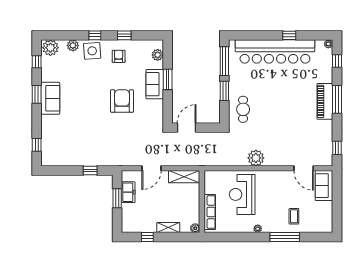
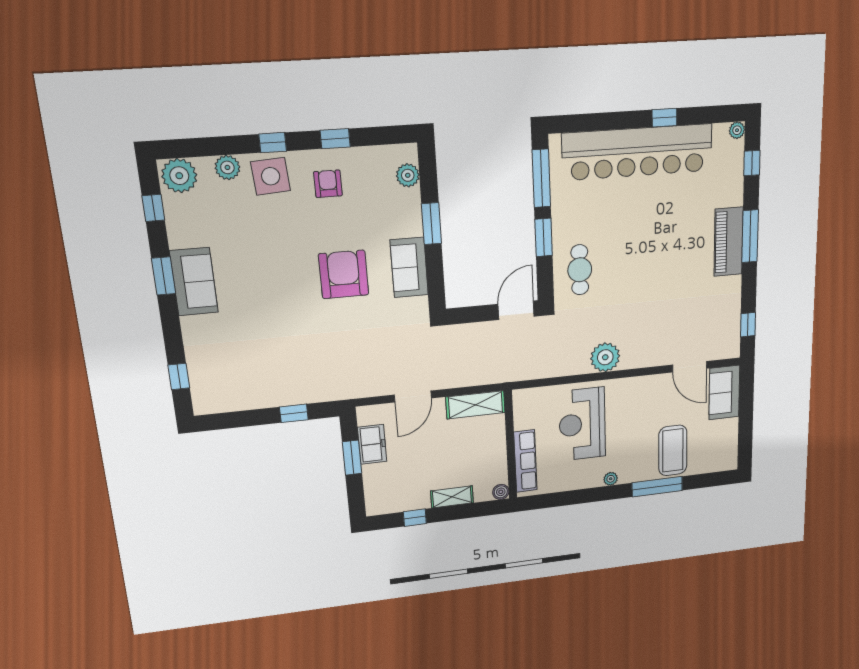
sofa: (155, 84) -> (409, 268), moved
door: (187, 128) -> (516, 310), moved
coffee table: (294, 216) -> (673, 450), width x1.86, depth x1.72

